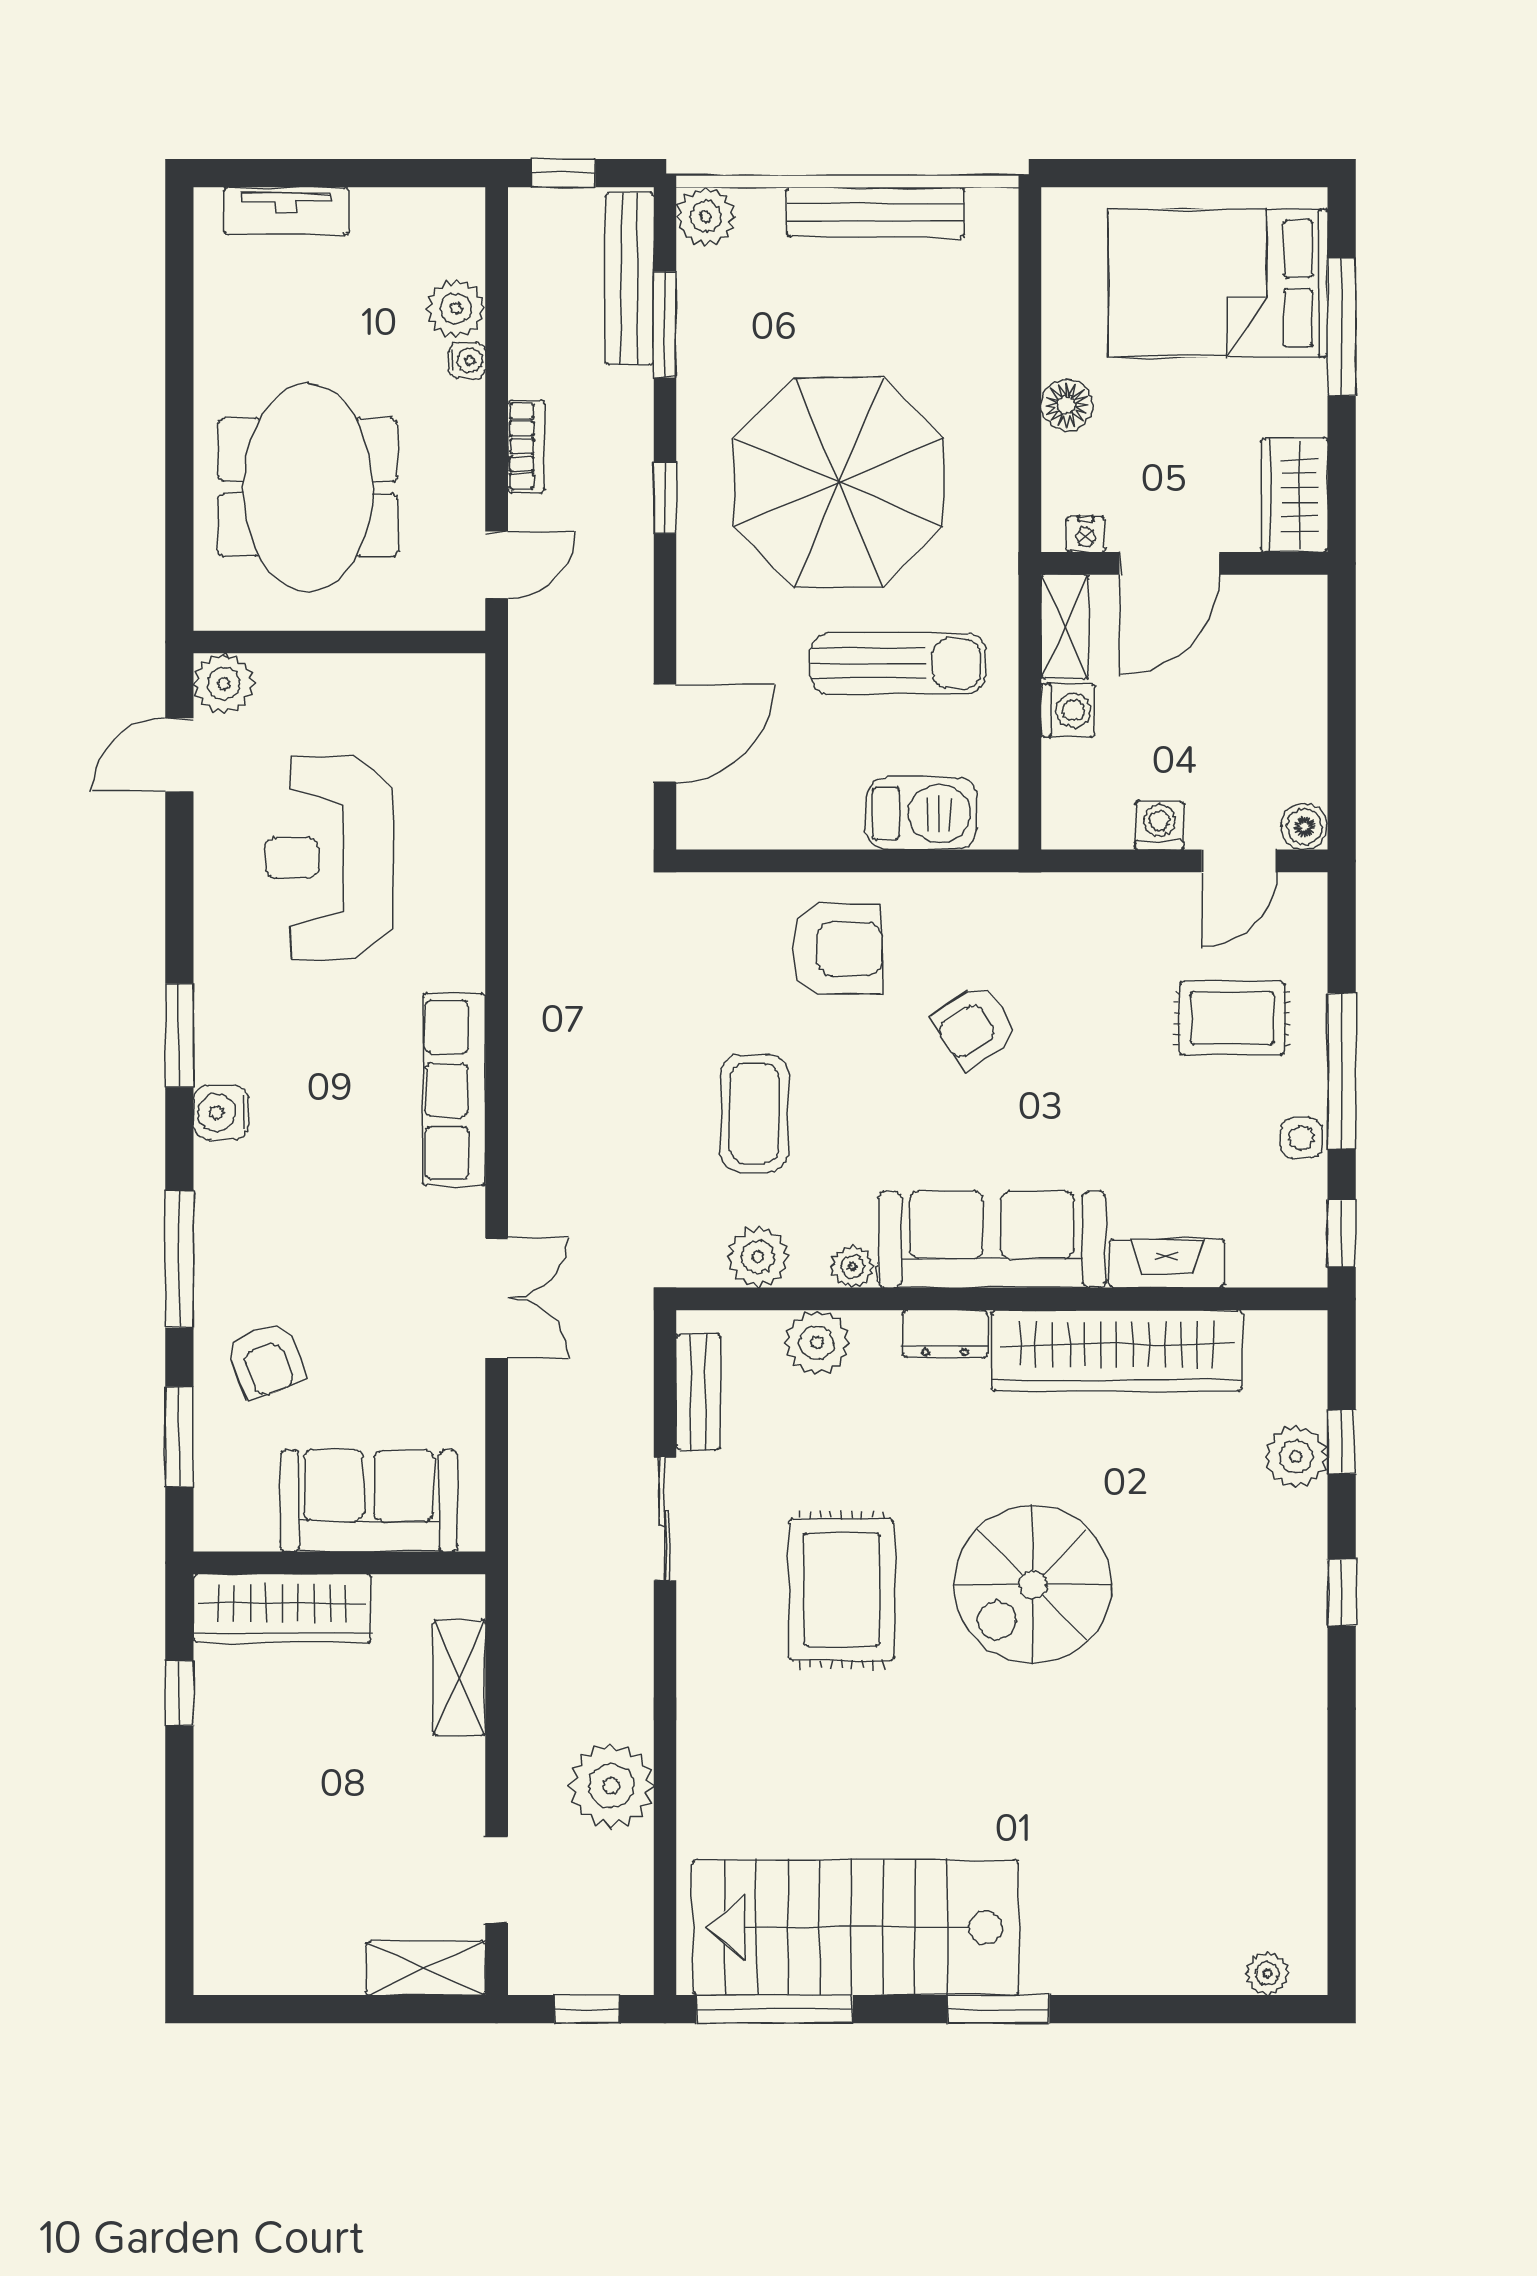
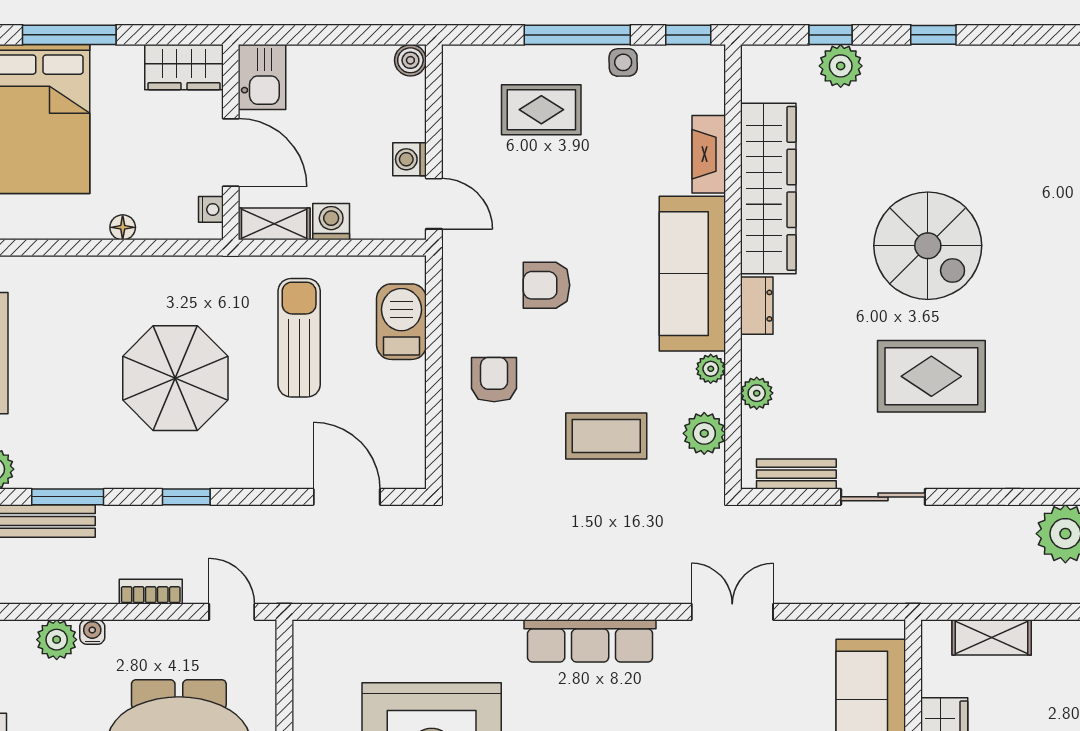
floor lamp: (1067, 405) -> (123, 227), width x0.73, depth x0.73
parasol: (839, 482) -> (175, 378), width x0.73, depth x0.73
kitchen sink: (1280, 609) -> (262, 77), added
door: (1239, 861) -> (434, 204), moved
armchair: (837, 949) -> (494, 380), width x0.72, depth x0.72
rug: (1232, 1018) -> (541, 110), turned 90
armchair: (975, 1026) -> (547, 285), turned 123
plant: (817, 1343) -> (757, 393), width x0.73, depth x0.73

